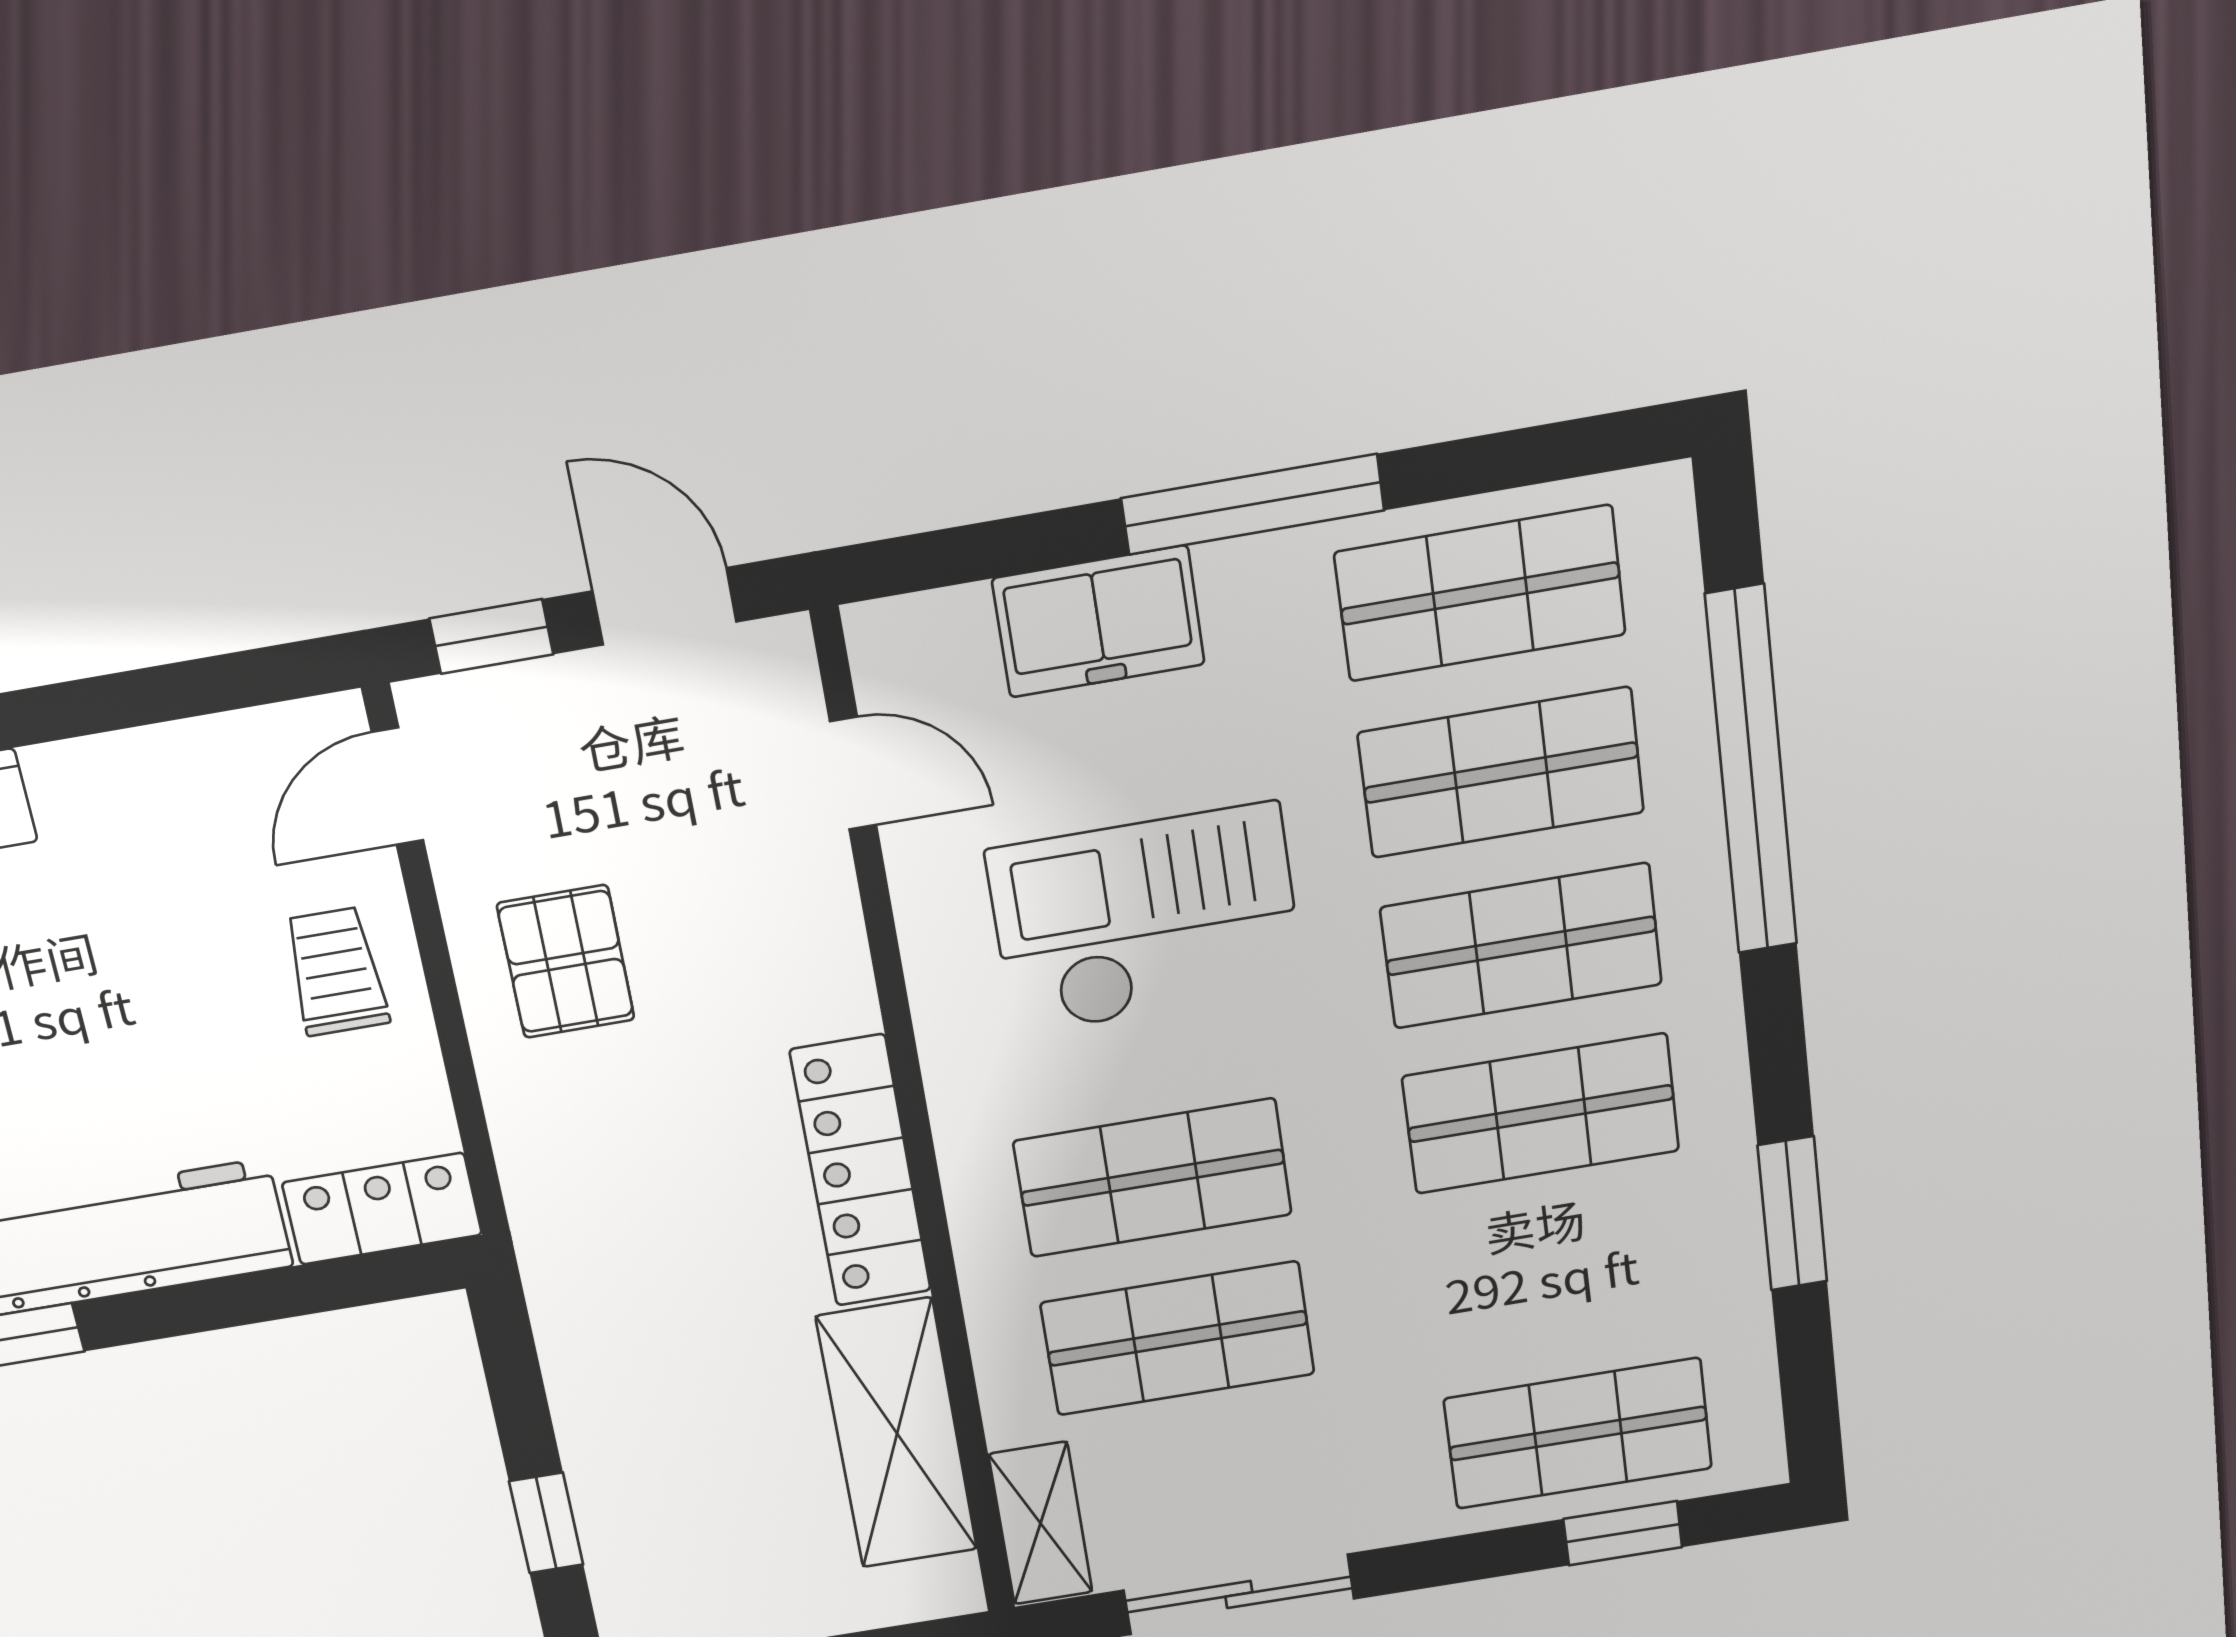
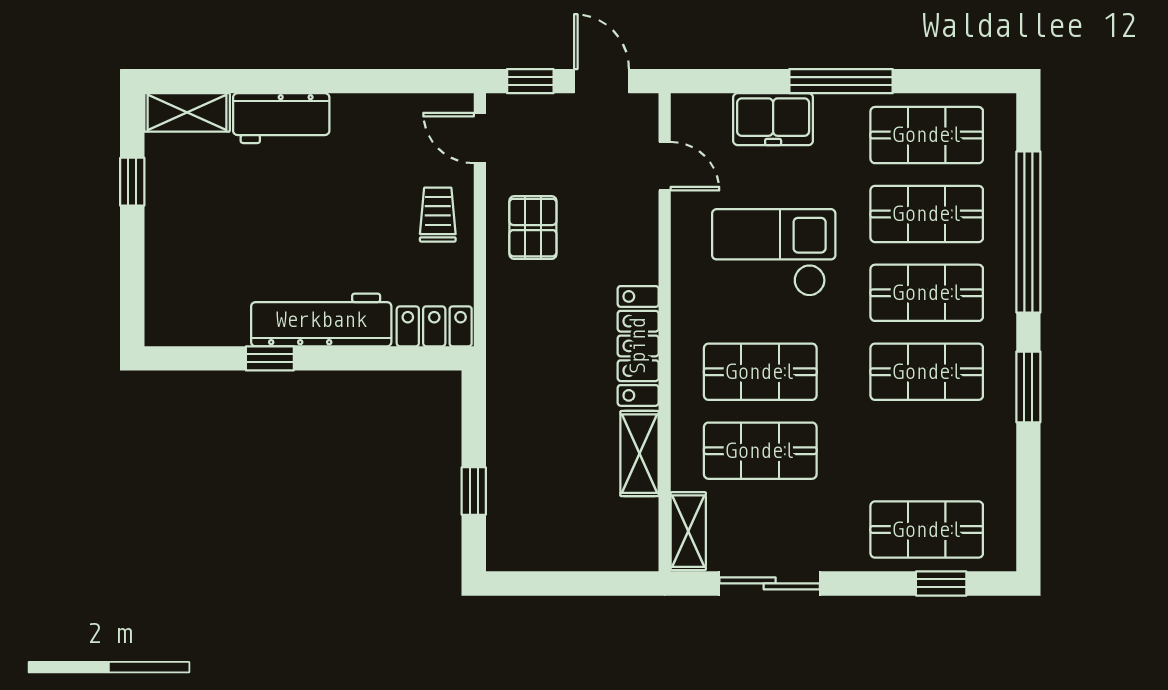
door: (398, 786) -> (480, 138), hinge flipped
window: (1792, 1214) -> (1028, 387), moved
shelving: (897, 1434) -> (639, 454), width x0.67, depth x0.75

